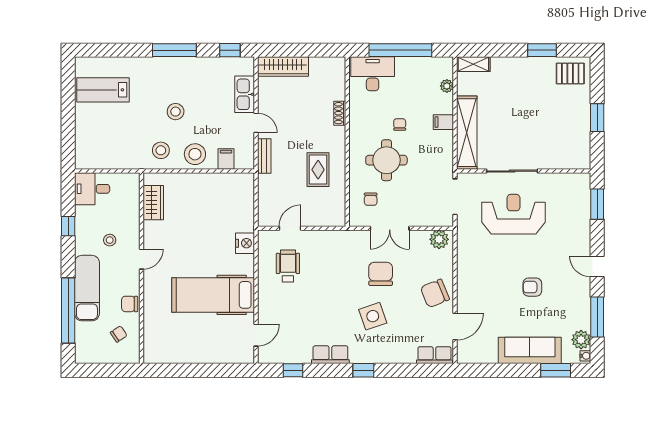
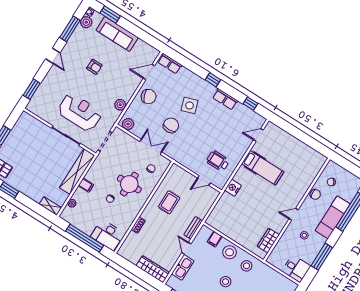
reception desk: (514, 214) -> (80, 112), turned 180
window: (68, 226) -> (322, 257), width x2.17
plant: (466, 258) -> (120, 105), added
wheelchair: (288, 266) -> (218, 161), turned 90
chair: (381, 274) -> (171, 125), turned 180
hospital bed: (213, 295) -> (263, 168), width x0.73, depth x0.78

